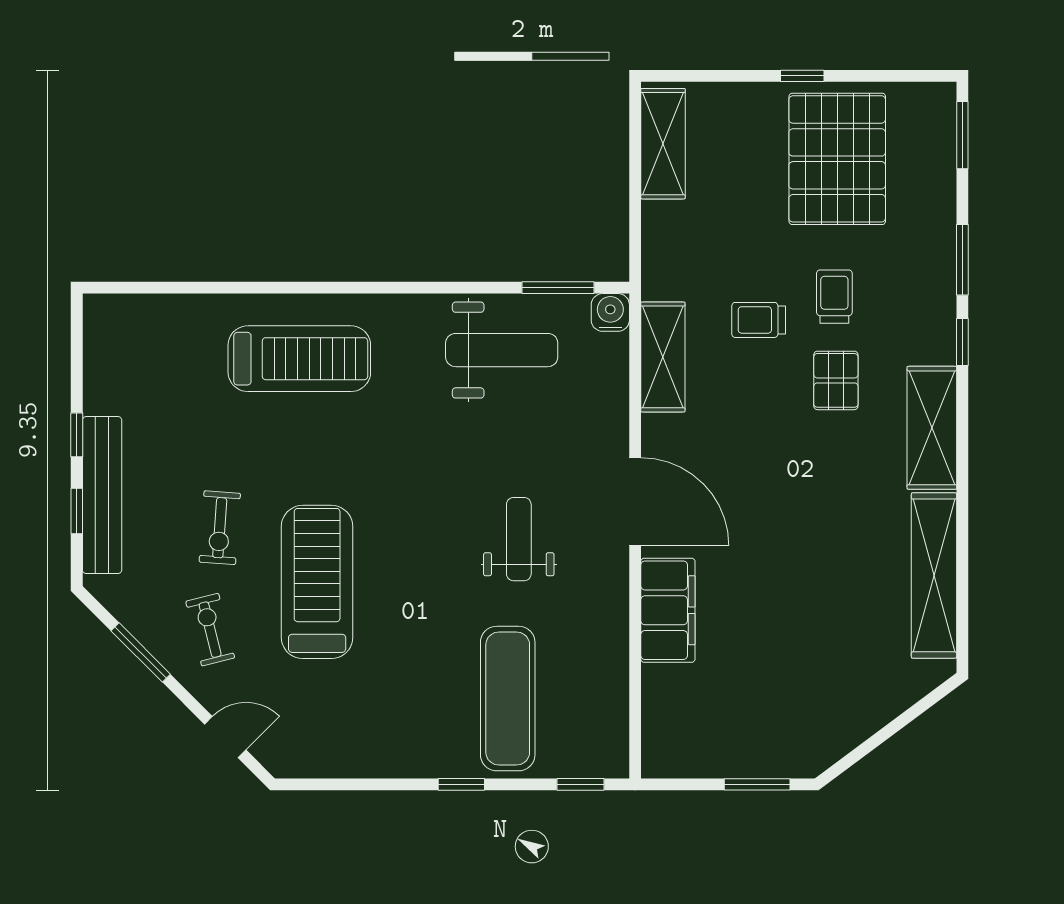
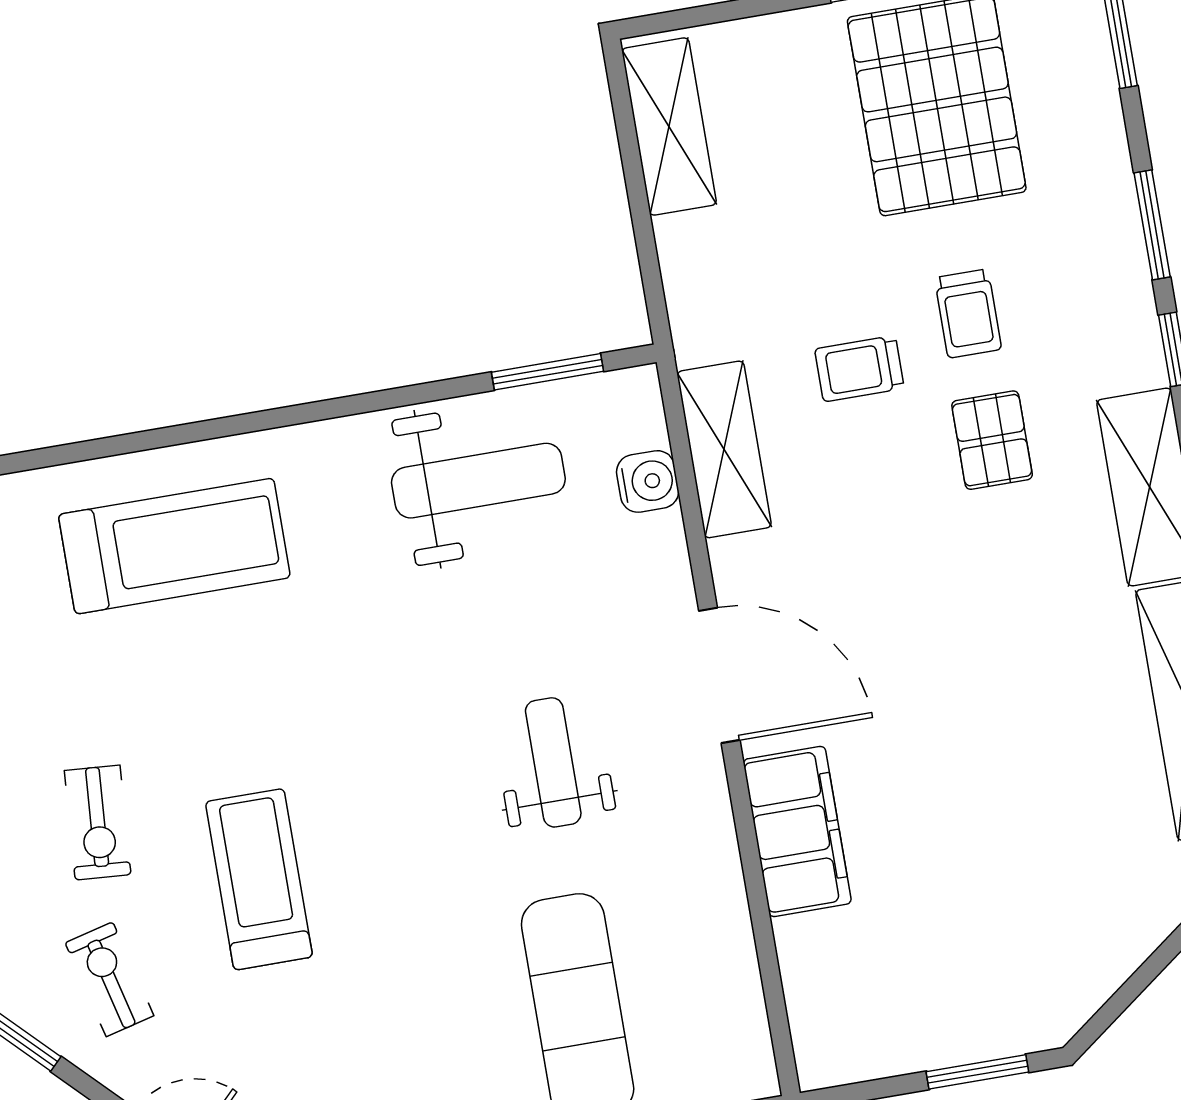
trolley: (834, 297) -> (968, 314), turned 180
water cooler: (610, 312) -> (648, 481), moved, turned 90
treadmill: (317, 582) -> (259, 879), width x0.73, depth x0.73

